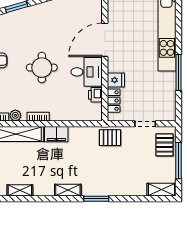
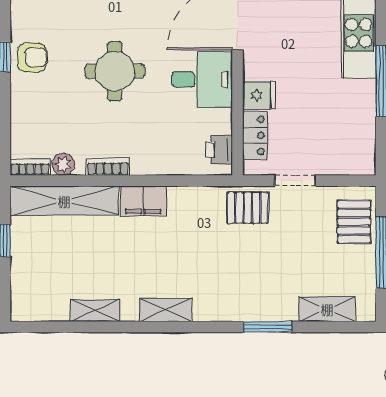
printer: (95, 95) -> (219, 150), moved
doorway: (145, 124) -> (295, 181), moved
shelving: (20, 190) -> (95, 310), moved
shelving: (161, 190) -> (327, 309), moved
window: (96, 199) -> (268, 327), moved

